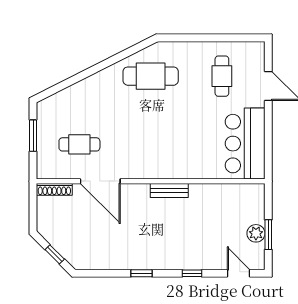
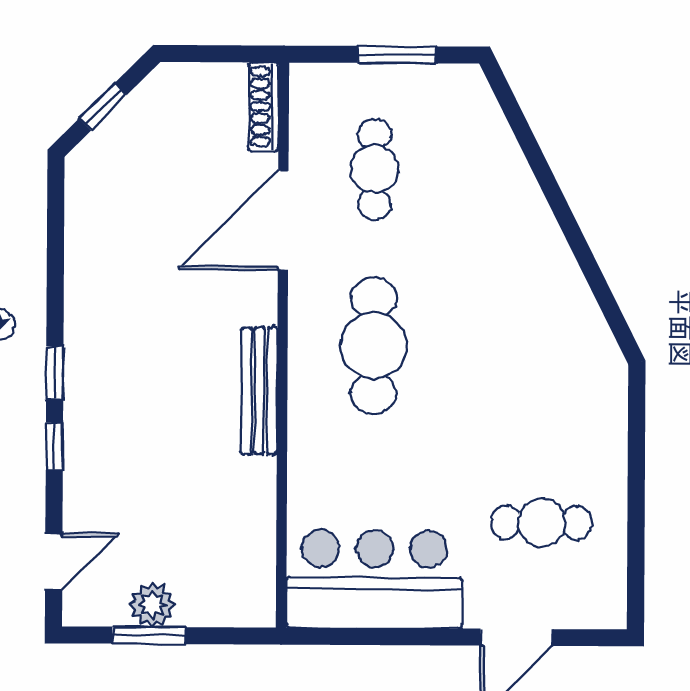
cafe table: (151, 76) -> (374, 346), moved
bench: (169, 190) -> (259, 391), width x1.36
window: (142, 273) -> (55, 373), moved

